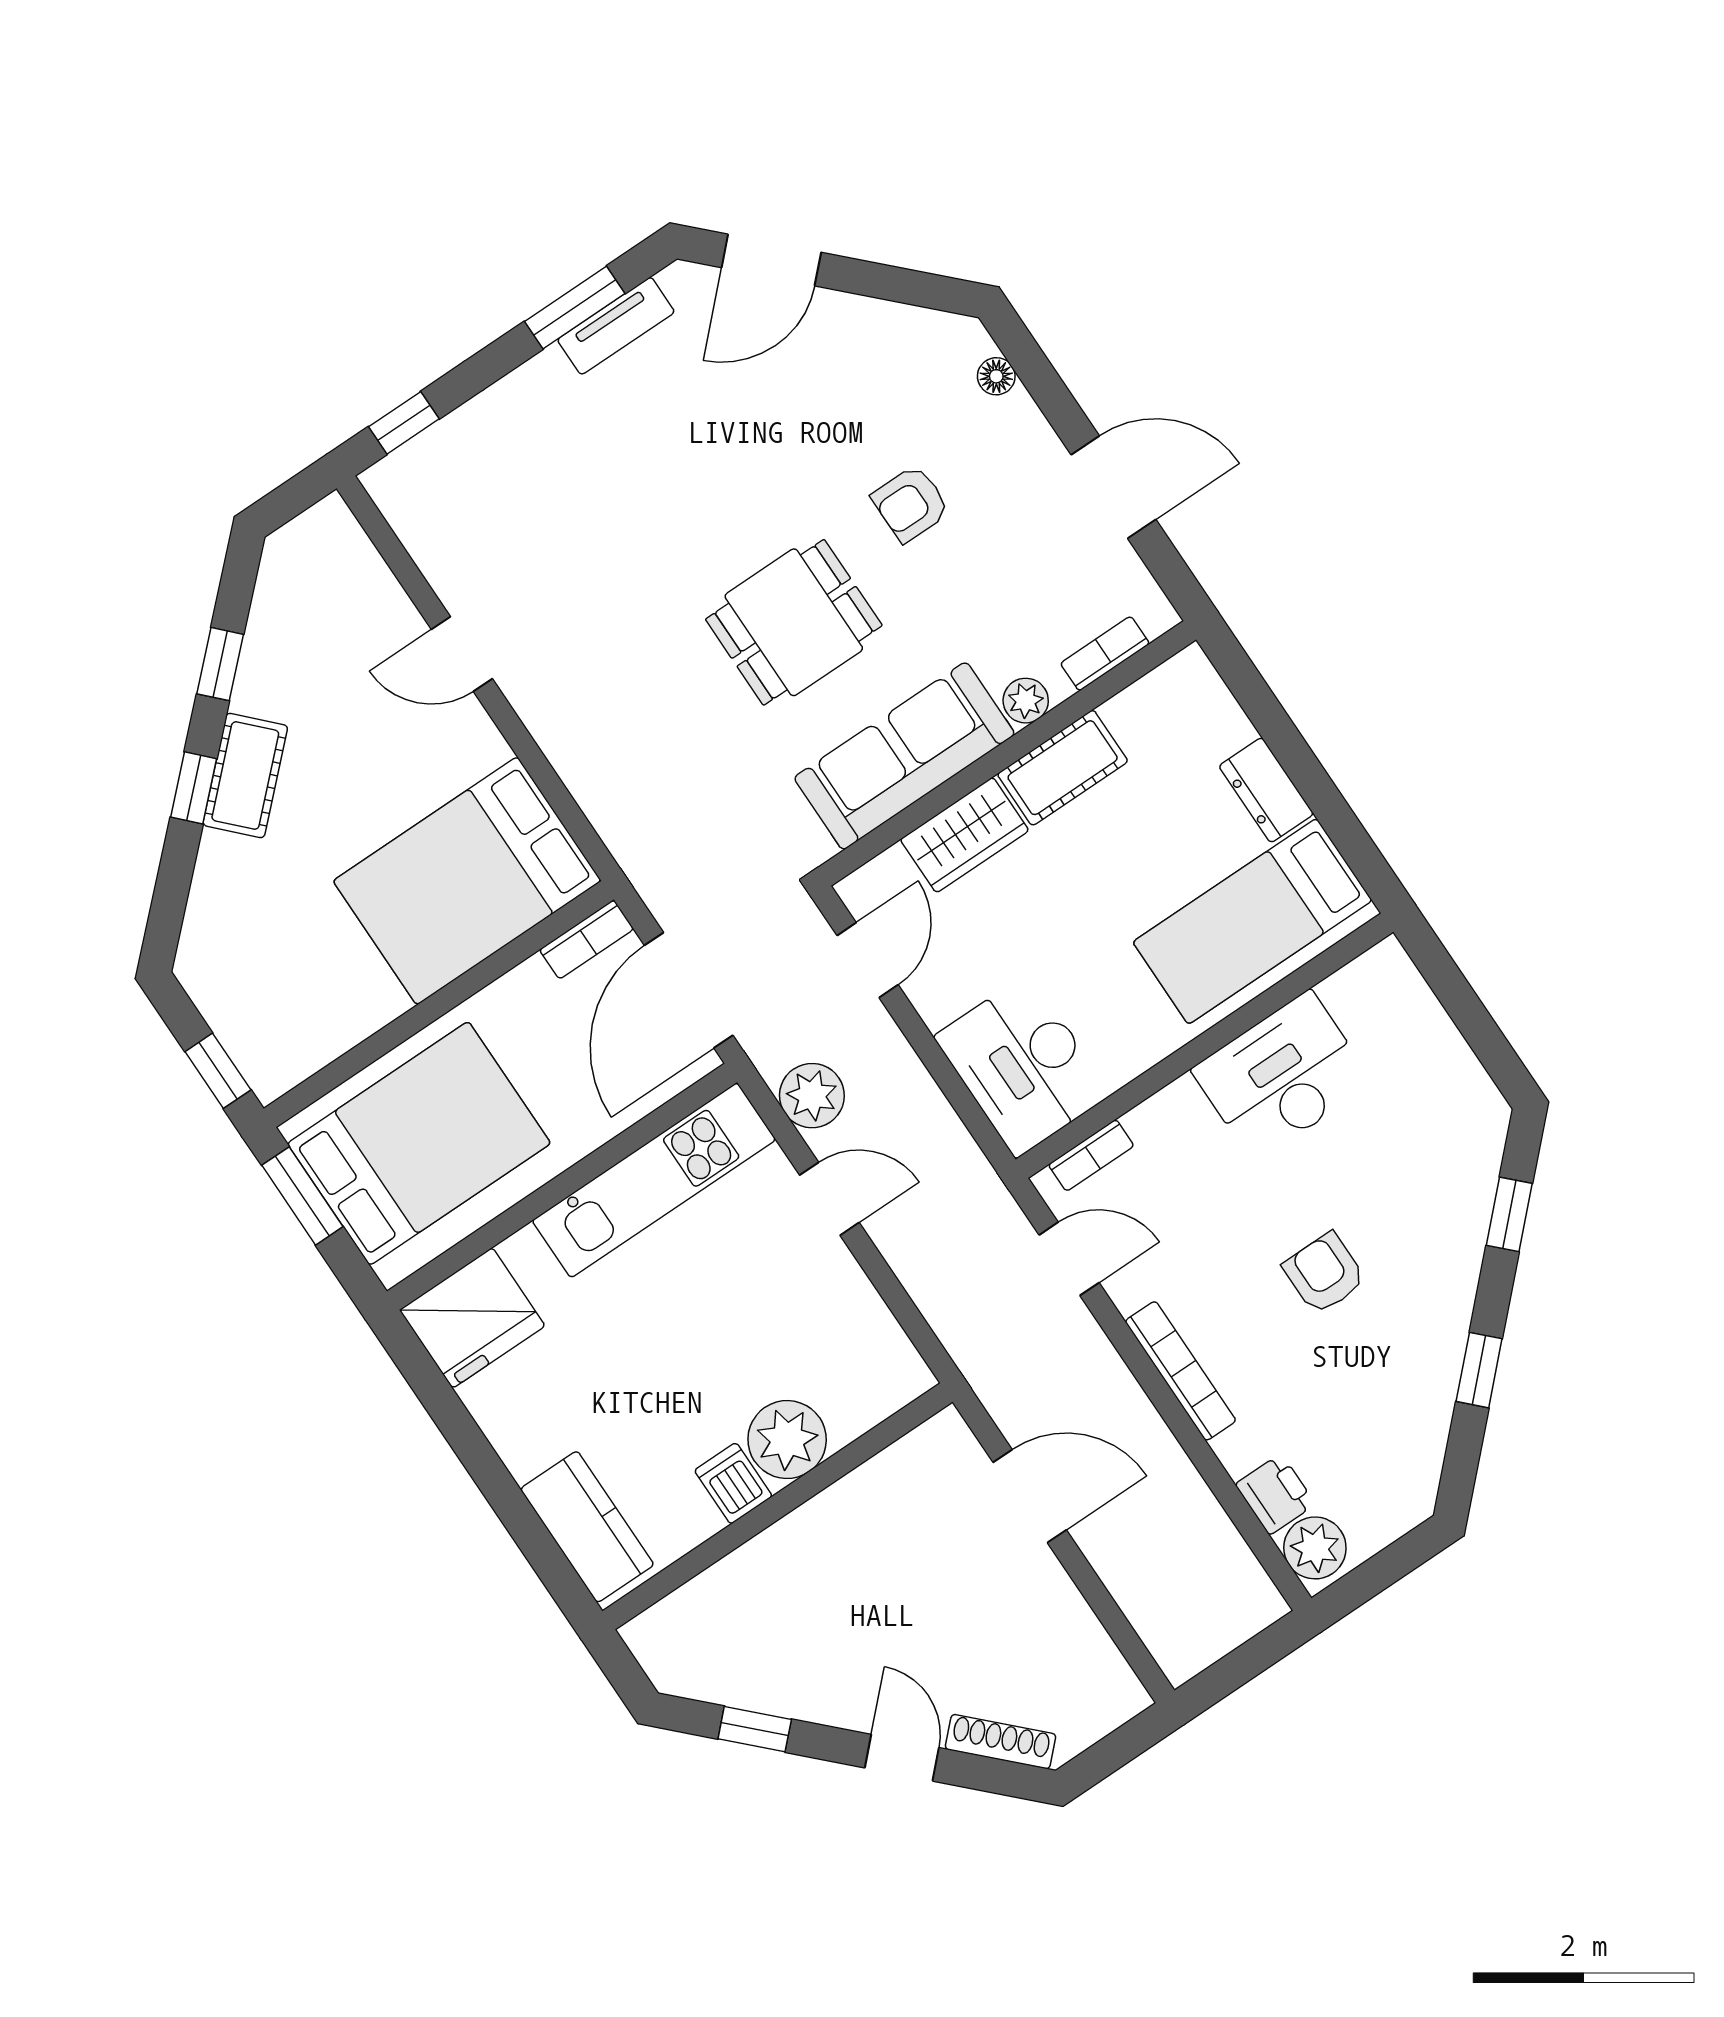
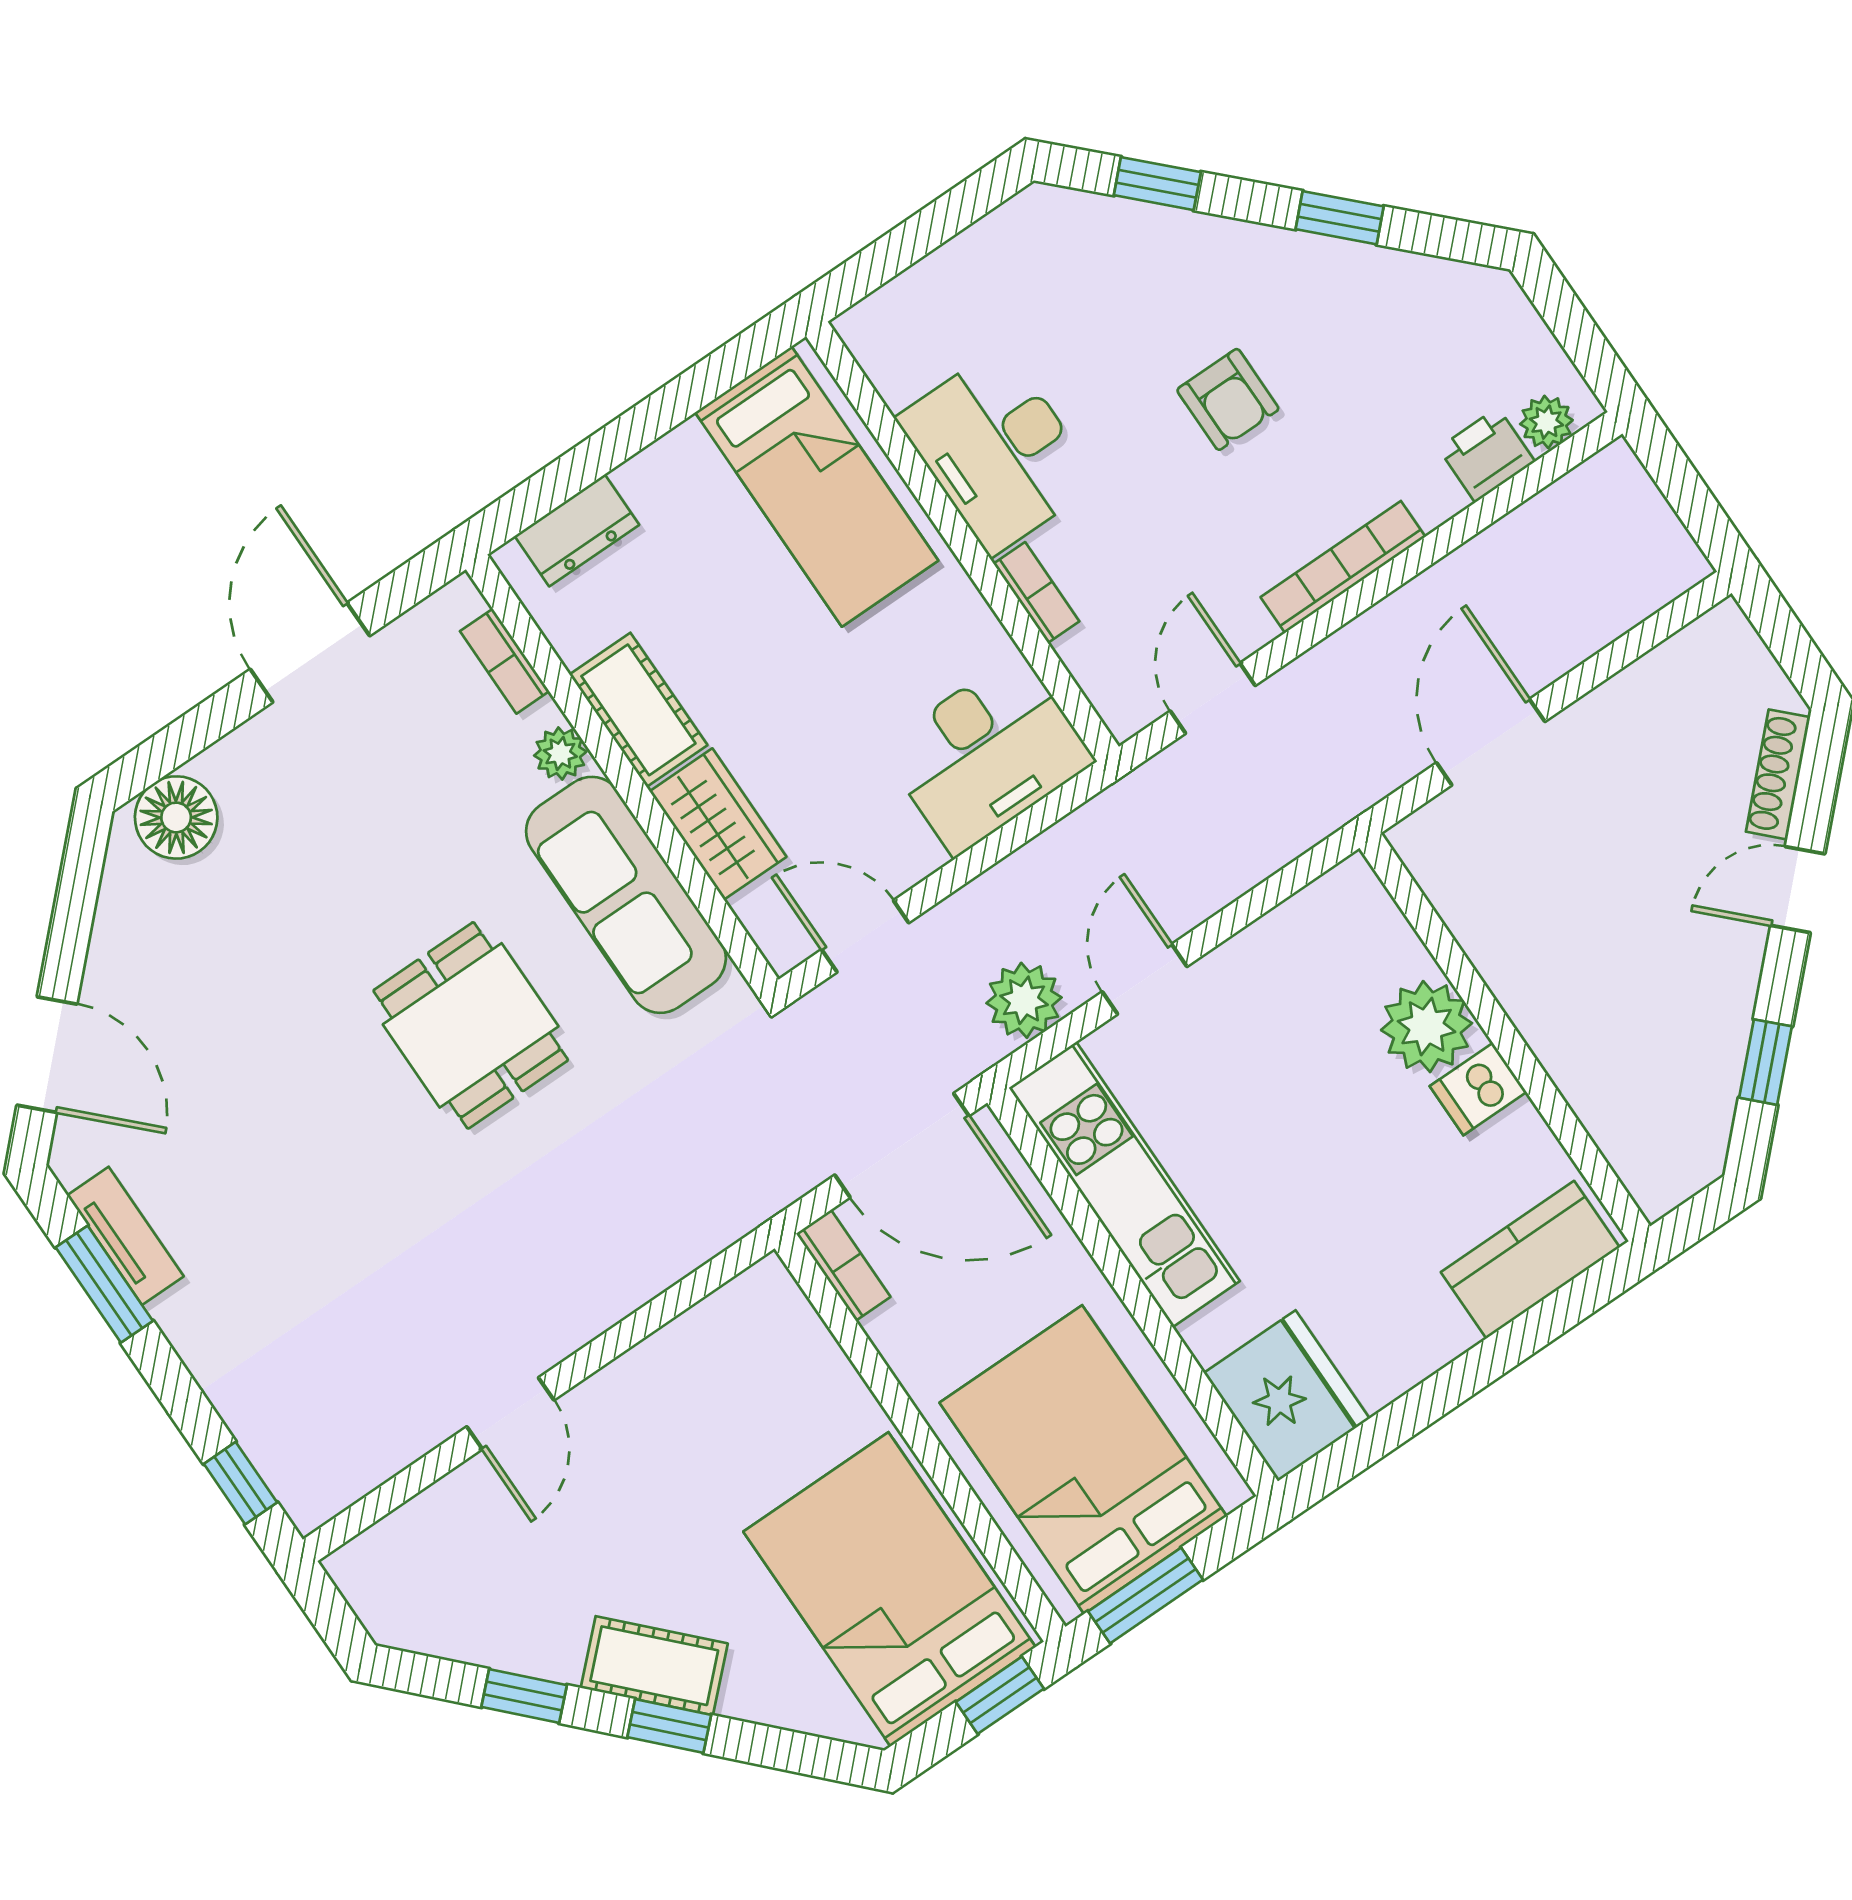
floor lamp: (996, 376) -> (176, 817), width x1.89, depth x1.89
armchair: (911, 504) -> (331, 890), removed
dresser: (1266, 790) -> (577, 530), moved
bed: (467, 881) -> (889, 1589), moved, turned 180
bookcase: (1091, 1155) -> (1036, 593), moved
armchair: (1324, 1273) -> (1228, 399), turned -90
plant: (1315, 1548) -> (1546, 422), width x0.73, depth x0.73

